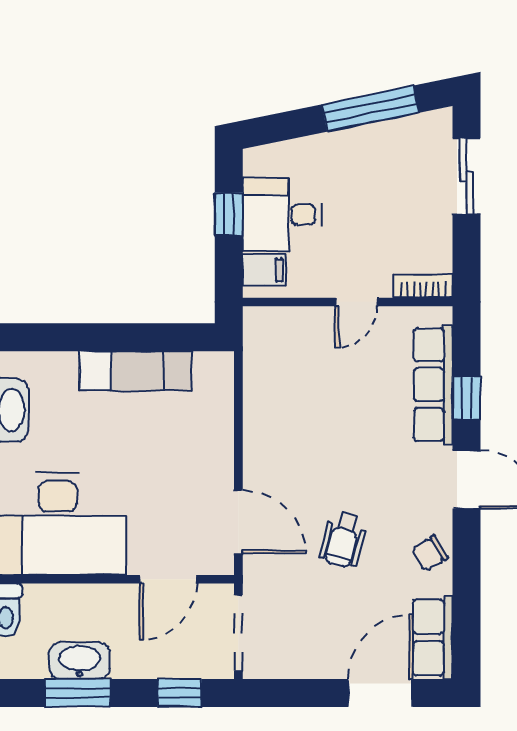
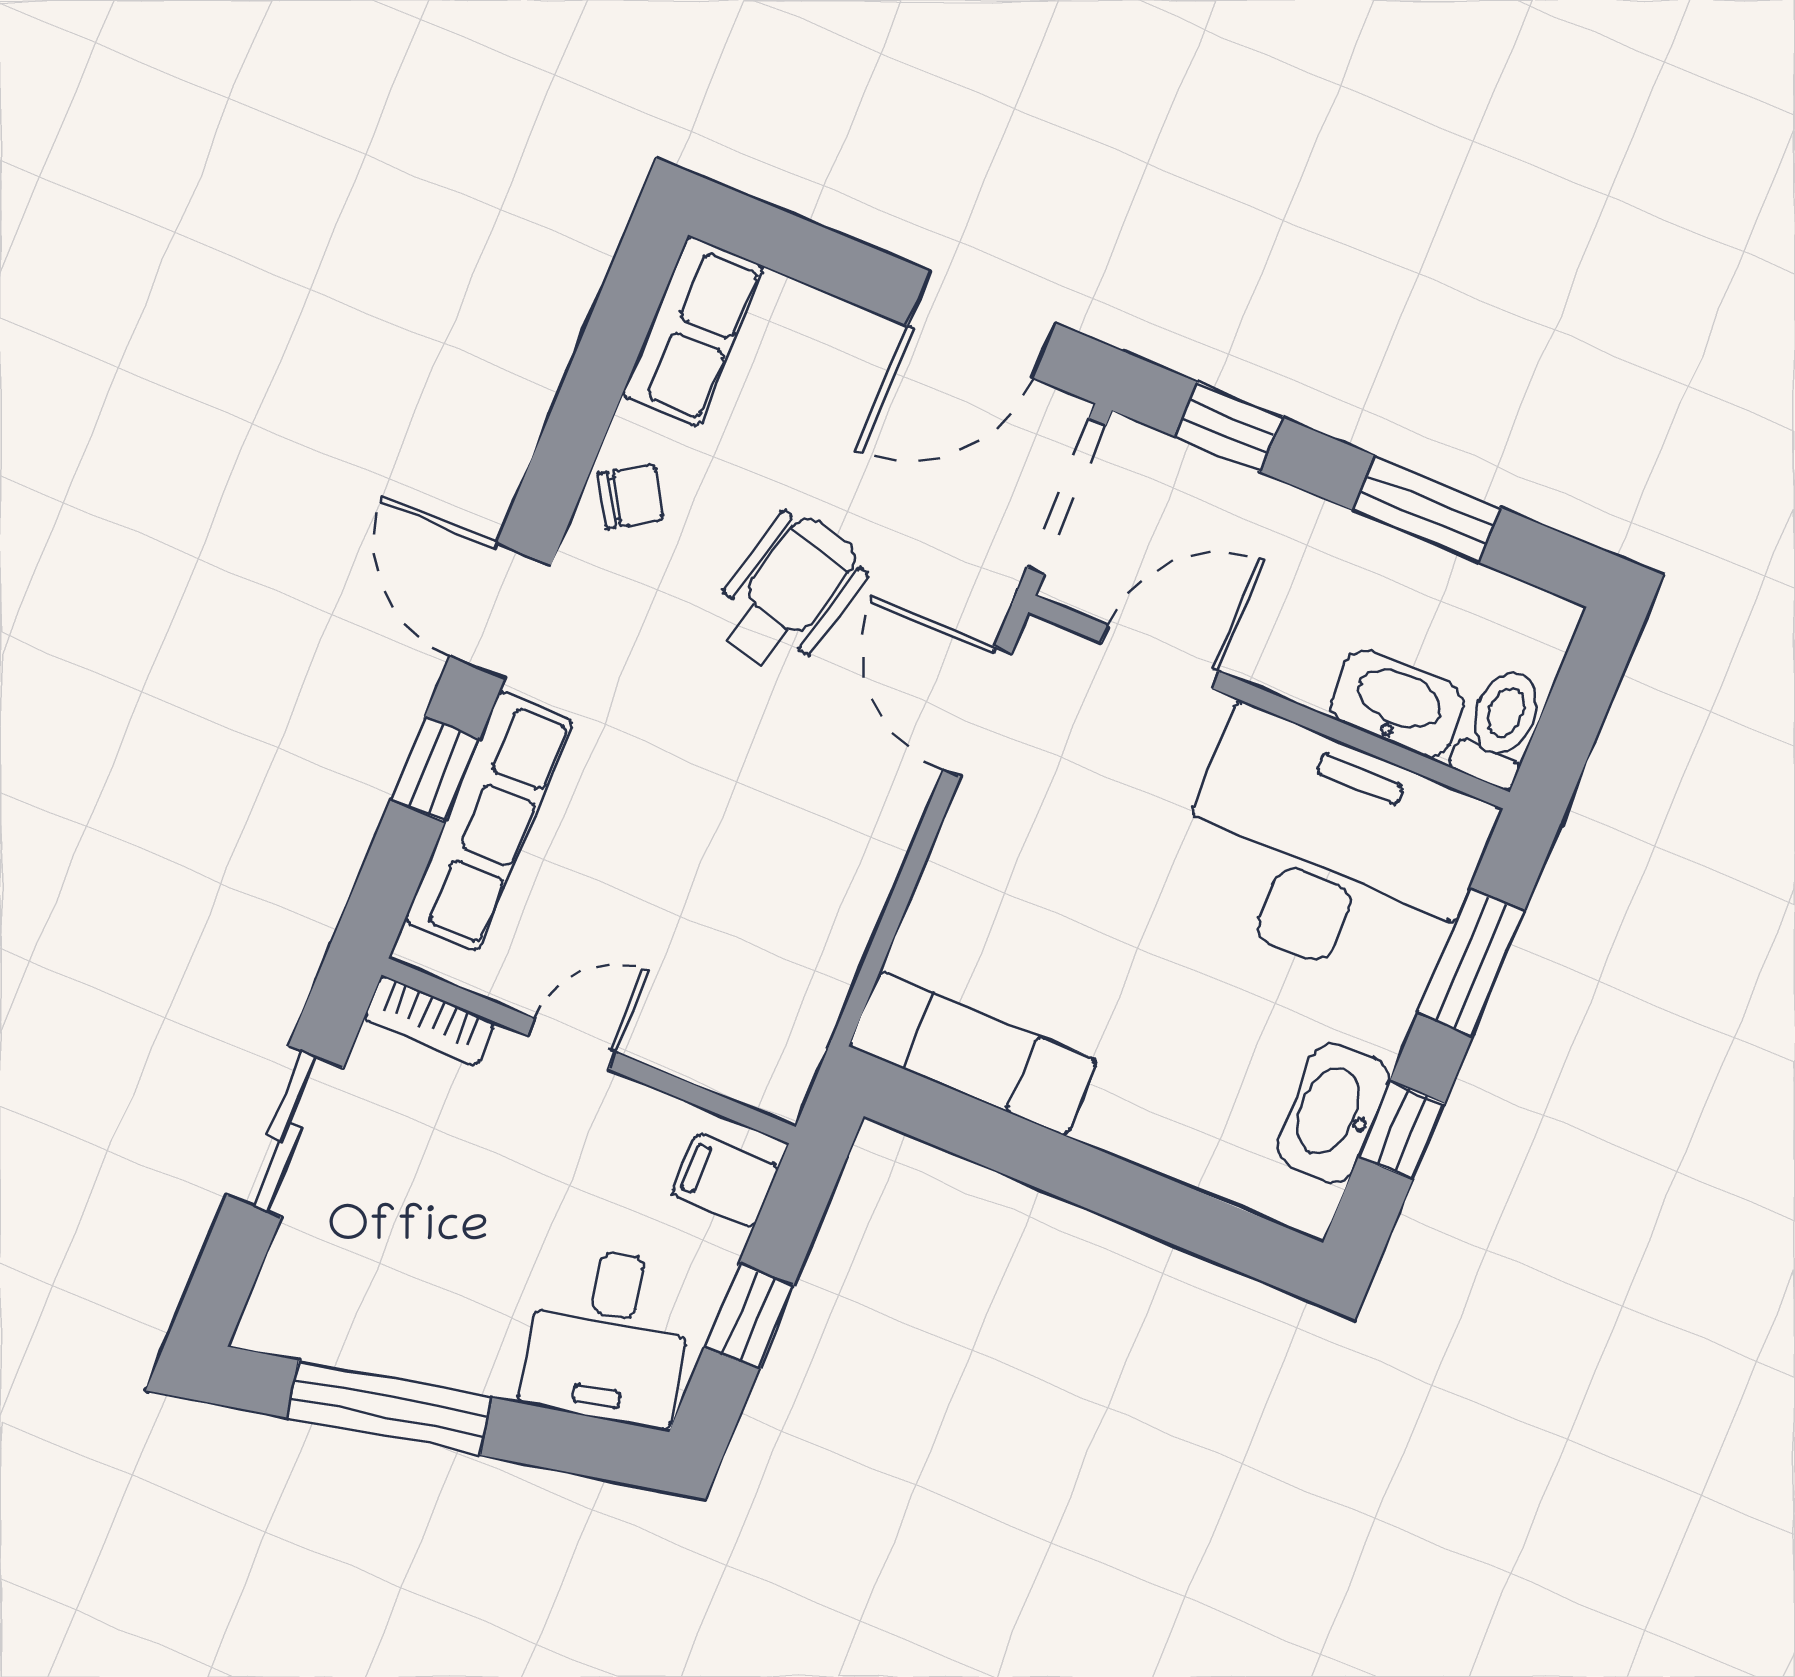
sliding door: (466, 176) -> (285, 1132), moved
desk: (282, 214) -> (608, 1336), moved, turned 78
exam couch: (135, 371) -> (973, 1053), moved
wheelchair: (343, 540) -> (789, 592), width x1.36, depth x1.37
washbasin: (80, 661) -> (1397, 704), moved, turned 180
door: (380, 693) -> (981, 324), moved

